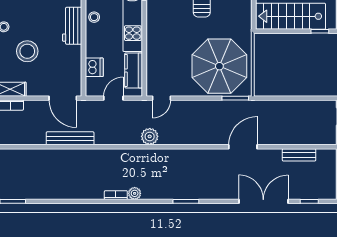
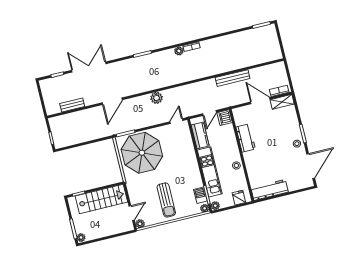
workbench: (72, 26) -> (246, 138), moved
stool: (27, 51) -> (277, 131), removed
dishwasher: (94, 67) -> (225, 118), moved
door: (63, 98) -> (260, 101), moved
plant: (150, 136) -> (156, 98), moved
double door: (263, 201) -> (89, 67), swing flipped

